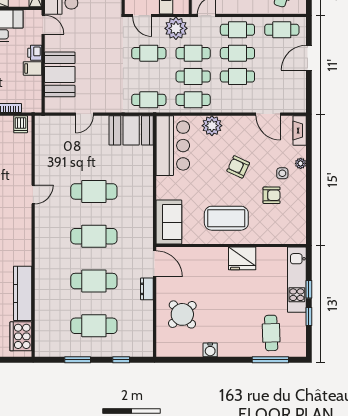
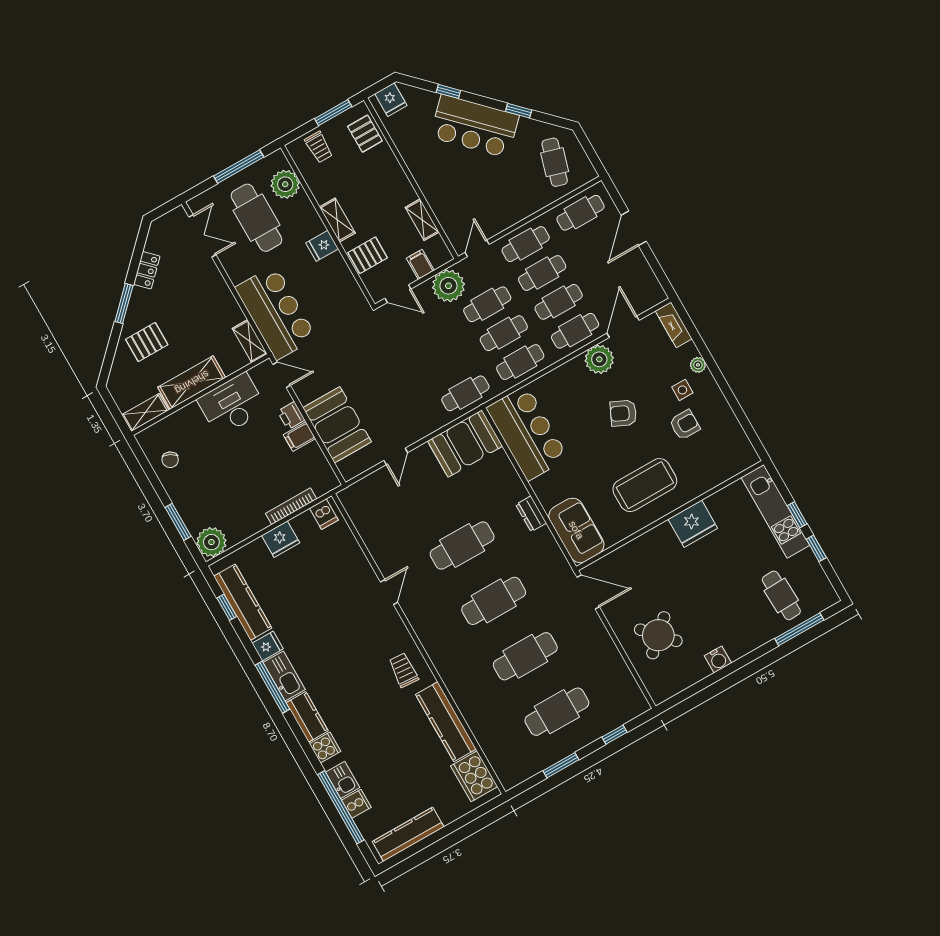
cafe table: (149, 53) -> (575, 331), moved
door: (268, 114) -> (623, 327), swing flipped
plant: (212, 126) -> (599, 359), moved
trolley: (15, 247) -> (404, 670), added
dresser: (147, 289) -> (531, 514), moved

